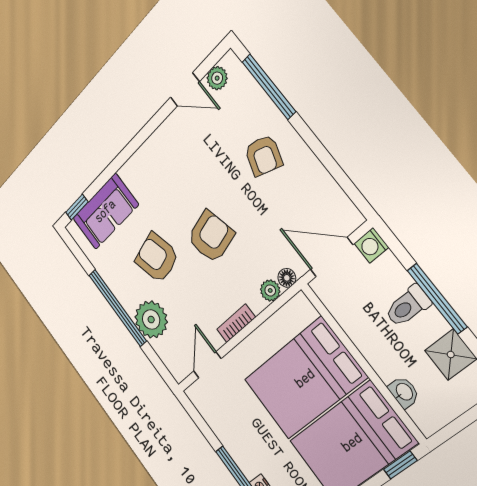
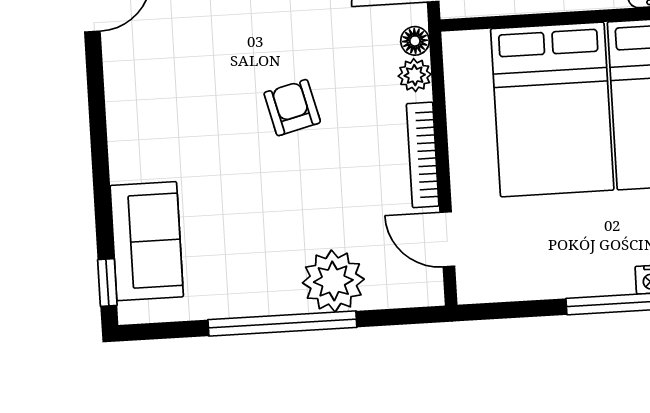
armchair: (211, 237) -> (292, 108), width x0.72, depth x0.72
armchair: (157, 258) -> (261, 209), removed
bookcase: (236, 323) -> (423, 155), width x1.56

